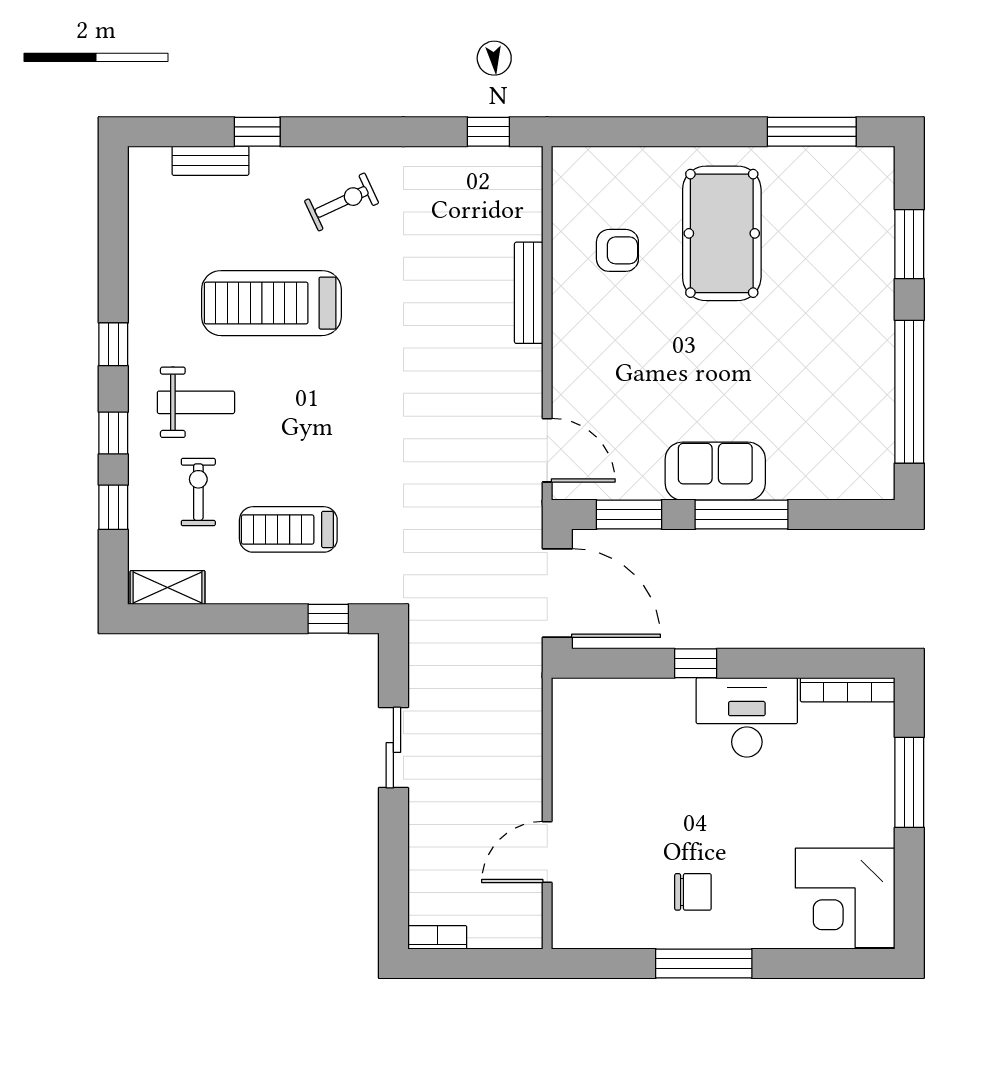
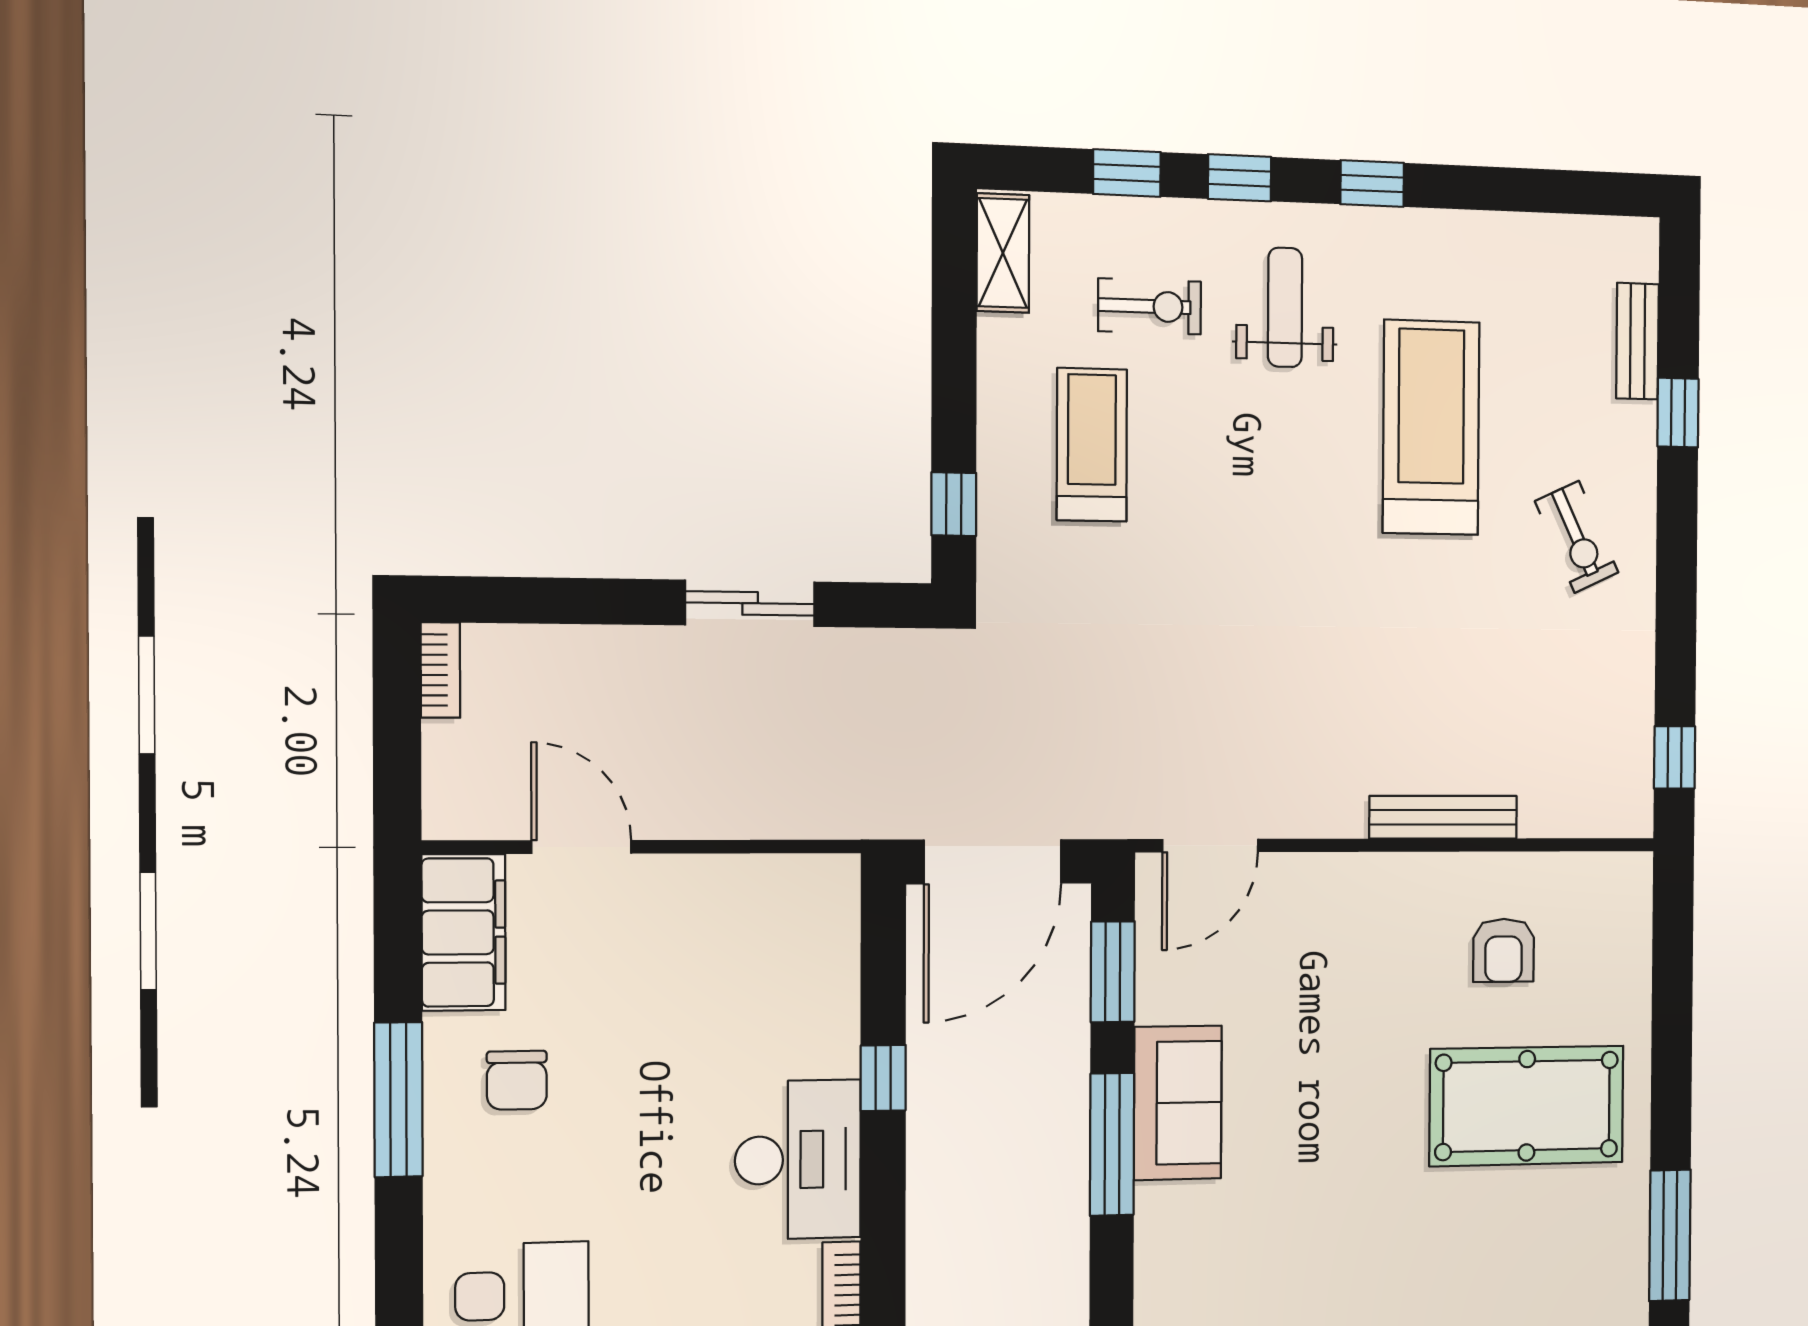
weight bench: (196, 402) -> (1285, 307), turned 180
filing cabinet: (600, 924) -> (464, 932), added

